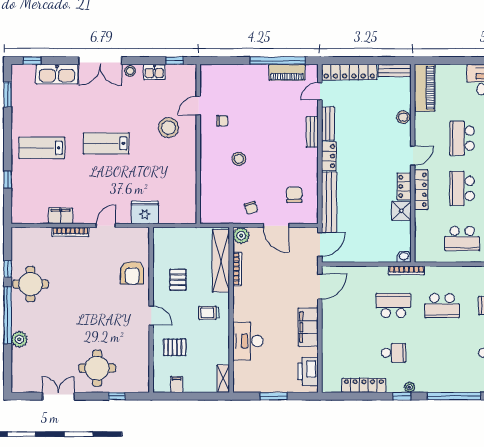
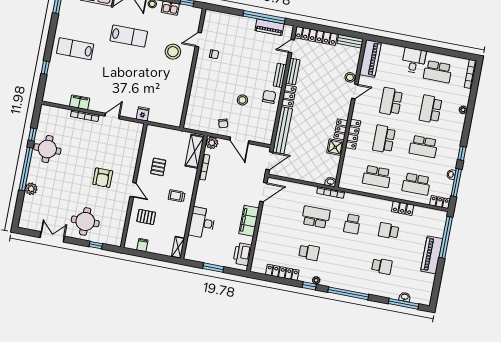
lab bench: (106, 143) -> (129, 36), moved, turned 180
door: (413, 156) -> (355, 91), moved
stool: (239, 159) -> (242, 100), moved
chair: (294, 195) -> (269, 97), moved
fridge: (145, 212) -> (143, 114), width x0.53, depth x0.75
shelving: (221, 261) -> (195, 151), width x0.68
armchair: (132, 273) -> (103, 178), moved
school desk: (442, 306) -> (352, 224), width x0.54

